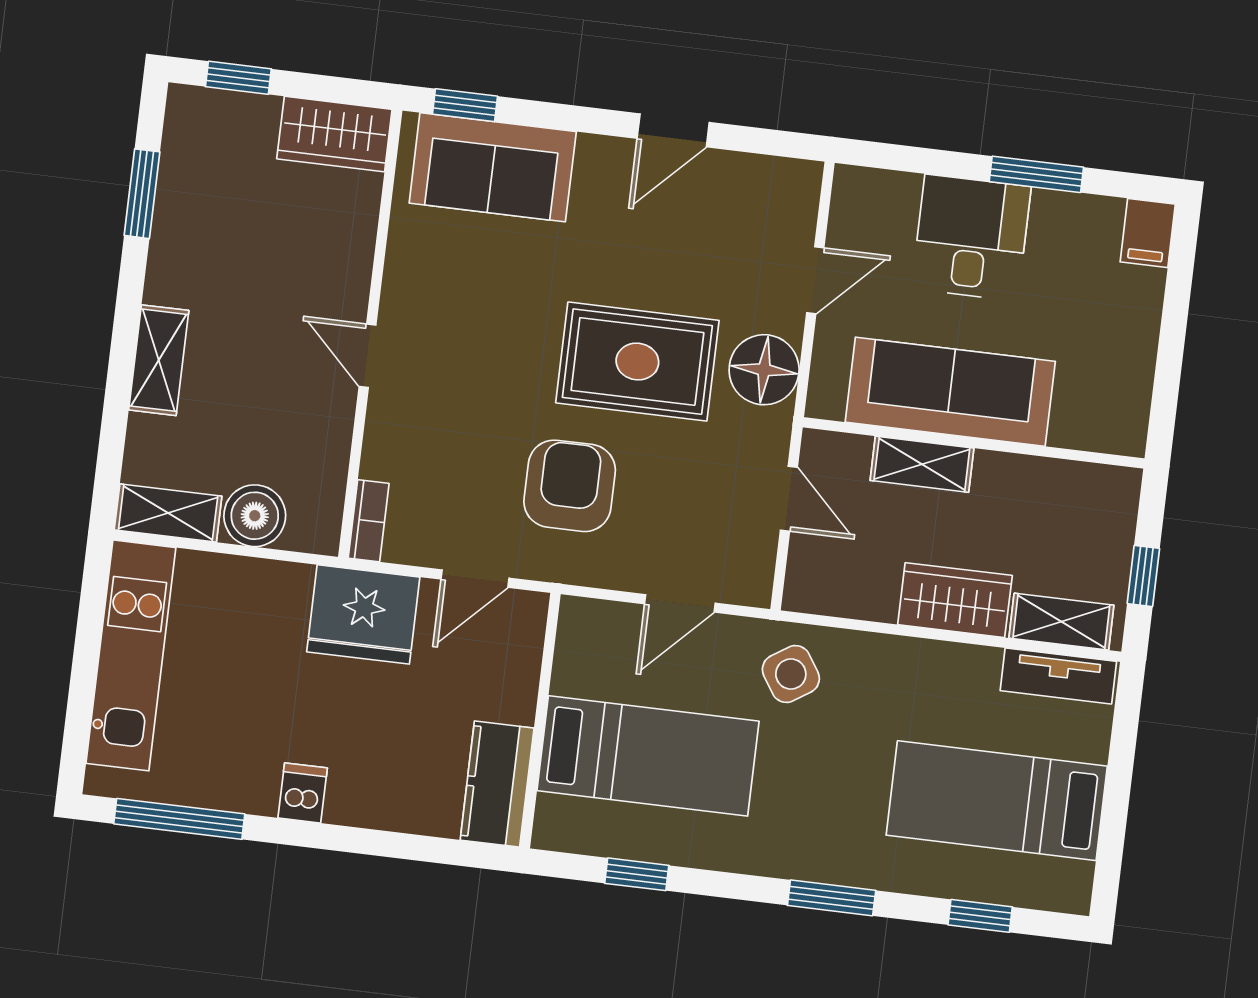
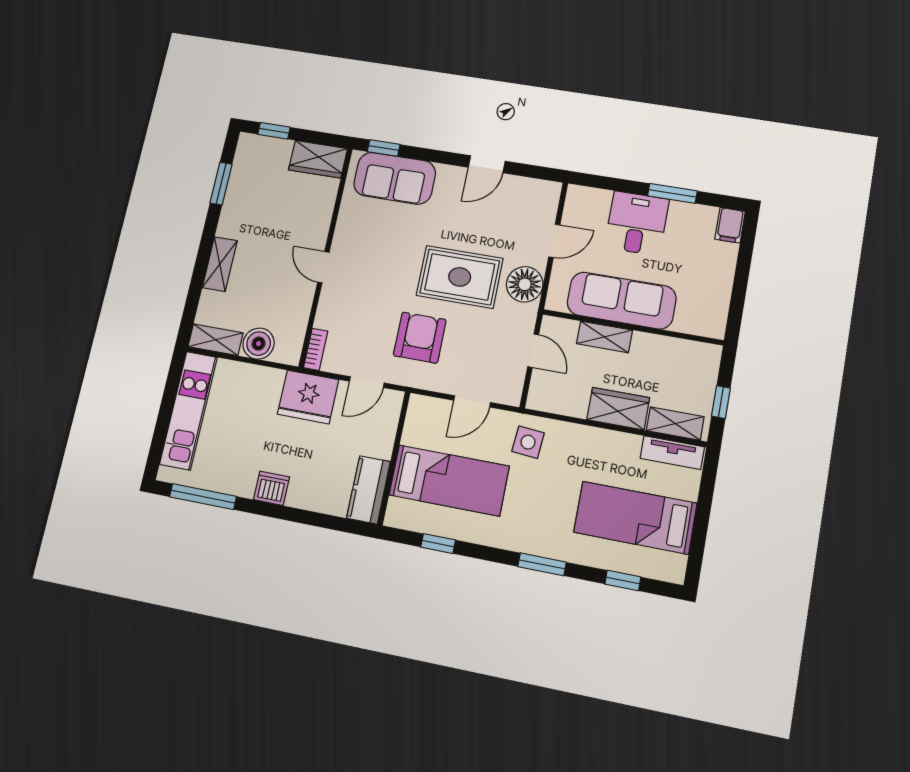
side table: (791, 674) -> (528, 442), turned 38
dishwasher: (303, 793) -> (272, 488), width x1.38

